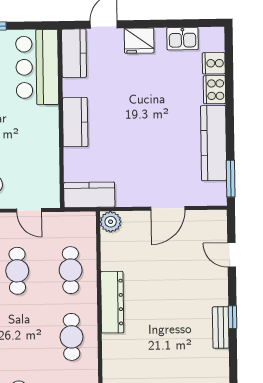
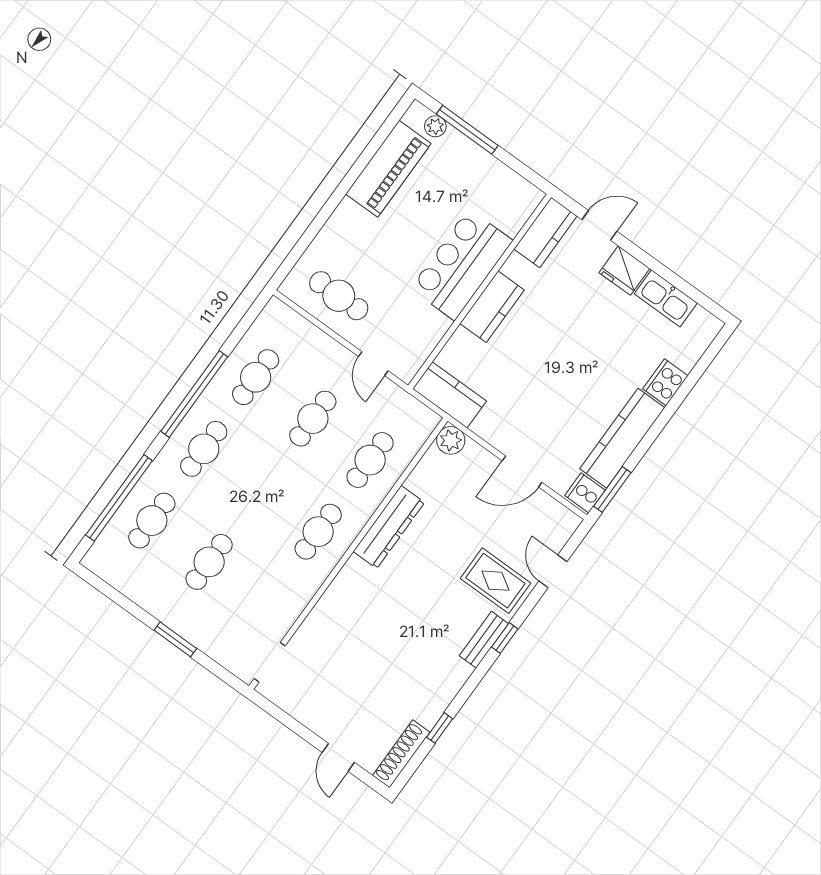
kitchen sink: (183, 39) -> (666, 298), width x1.38
cooker: (214, 63) -> (585, 493), moved
bar counter: (37, 67) -> (462, 265), moved
rug: (201, 287) -> (495, 581), added

